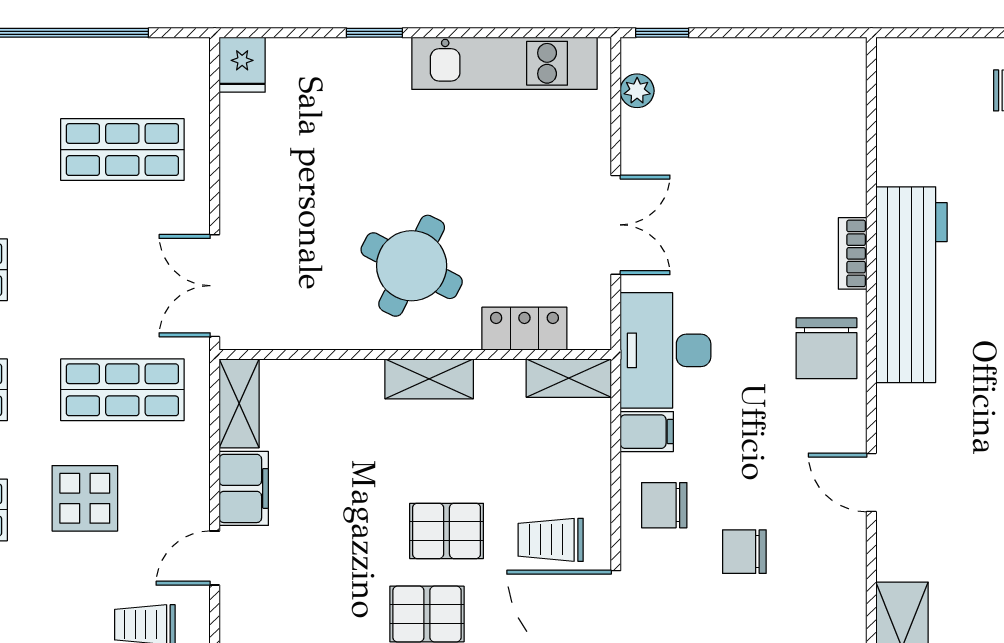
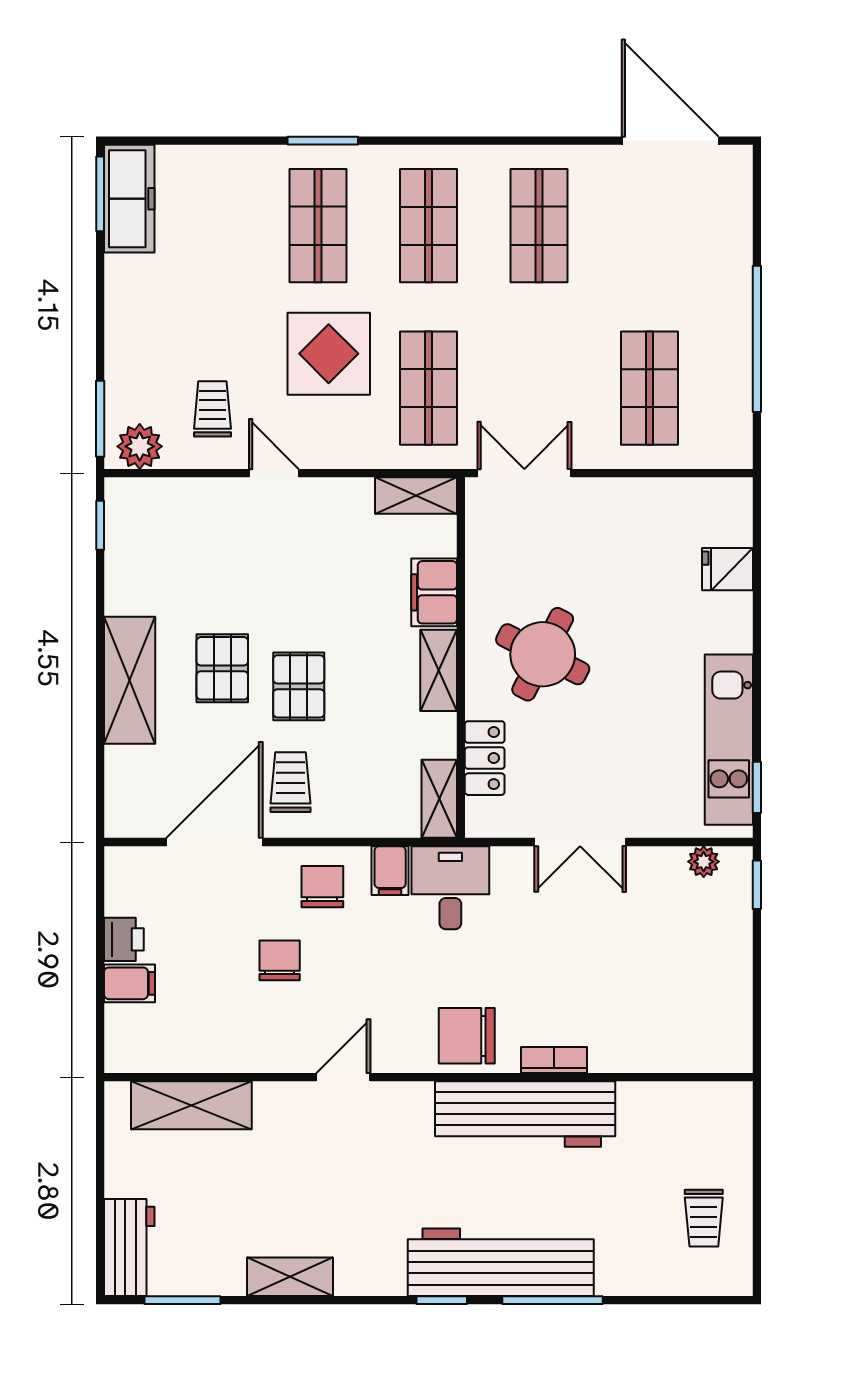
window: (374, 33) -> (757, 787), moved
fridge: (242, 65) -> (728, 569), moved
desk: (665, 350) -> (450, 888), width x0.73
filing cabinet: (244, 488) -> (434, 592), moved, turned 90
display table: (85, 498) -> (329, 354), width x1.36, depth x1.36

